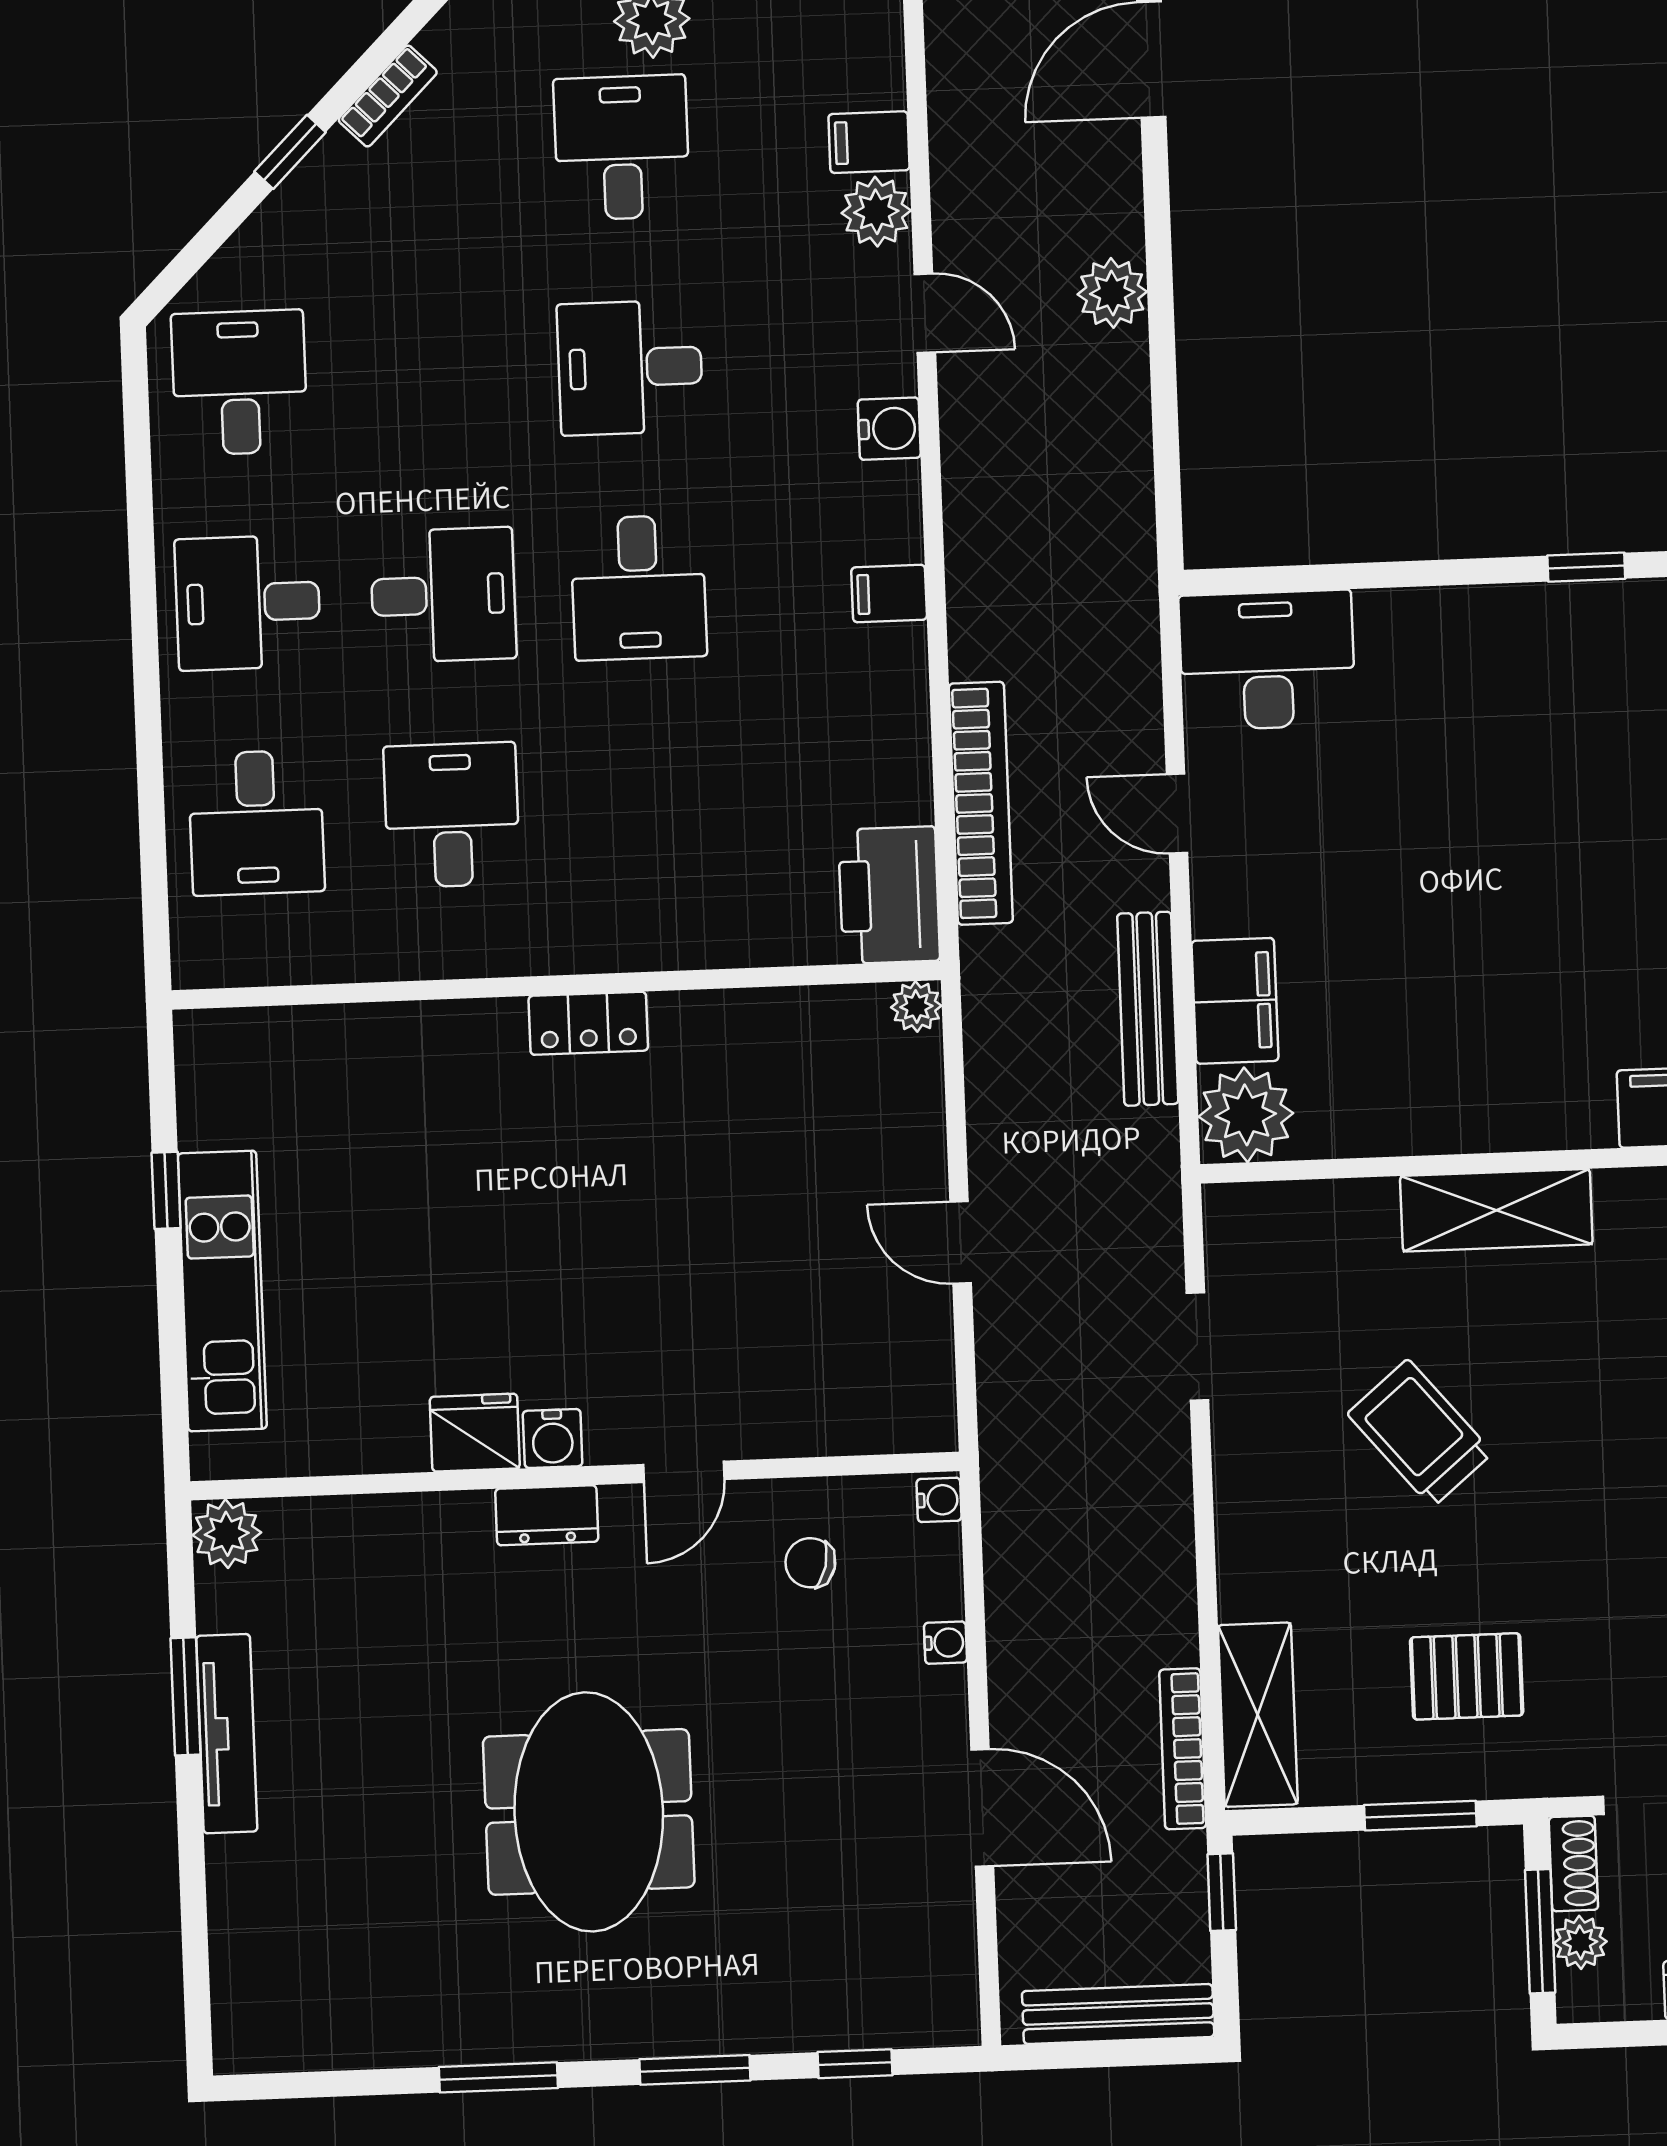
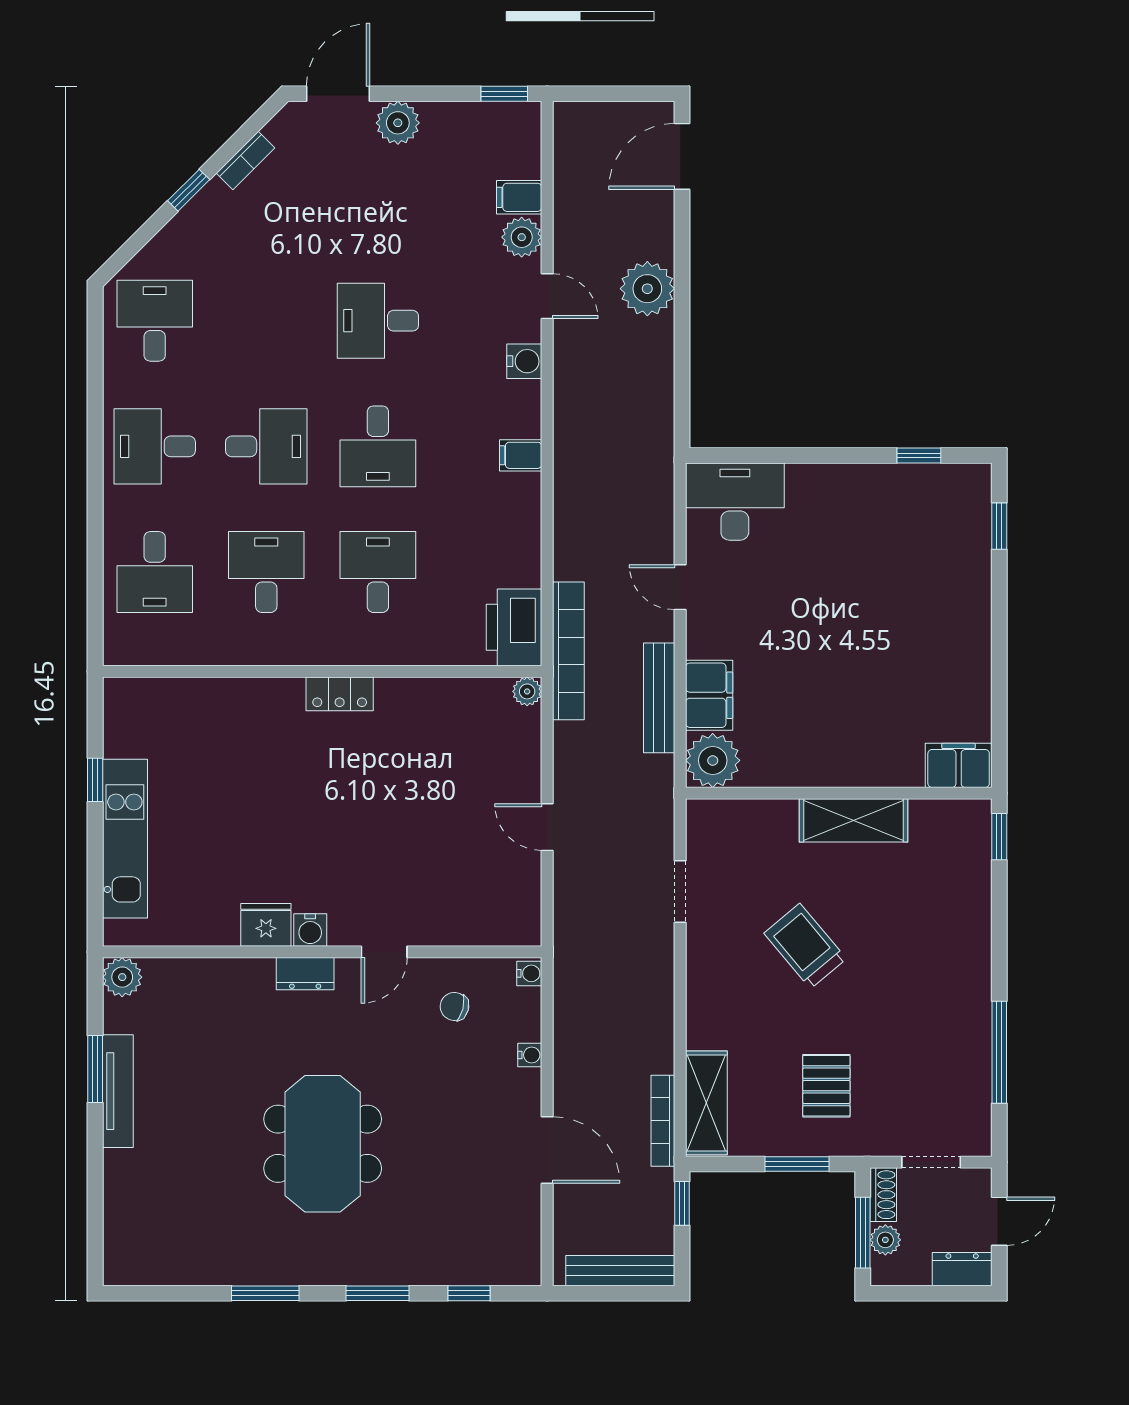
desk: (622, 147) -> (378, 572), moved
plant: (1112, 293) -> (647, 289), width x1.36, depth x1.36
bookcase: (981, 803) -> (568, 651), moved
pallet: (1467, 1676) -> (826, 1086), turned 90

